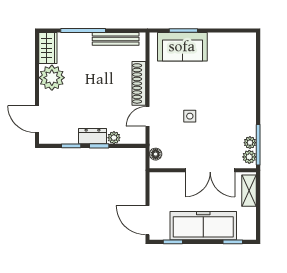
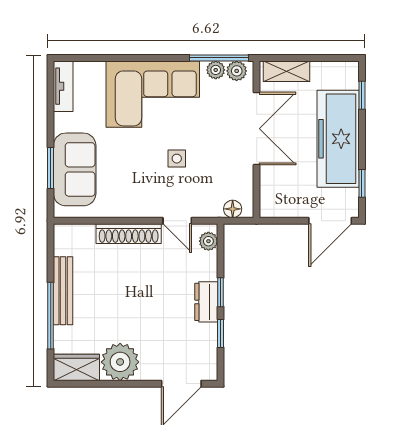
bench: (116, 39) -> (63, 291), moved
tv unit: (239, 39) -> (63, 86), added
corner sofa: (234, 100) -> (153, 94), added
plant: (114, 138) -> (208, 241), moved

